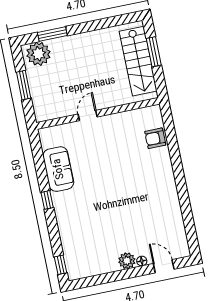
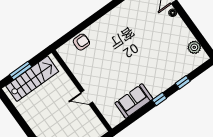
armchair: (155, 138) -> (81, 42), turned -90
plant: (127, 261) -> (194, 47), moved
window: (60, 265) -> (183, 82), moved

